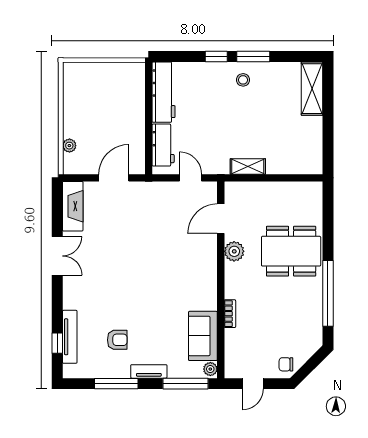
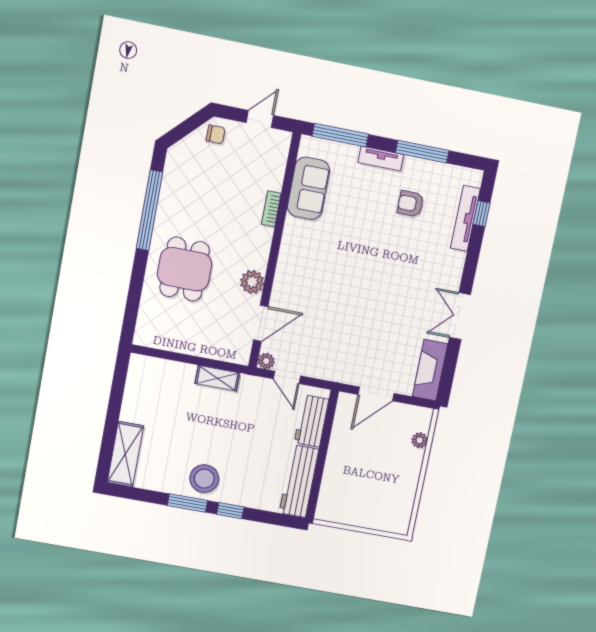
stool: (243, 80) -> (204, 479), width x1.89, depth x1.89
dining table: (291, 251) -> (185, 269), width x0.73
plant: (210, 369) -> (266, 361), moved

